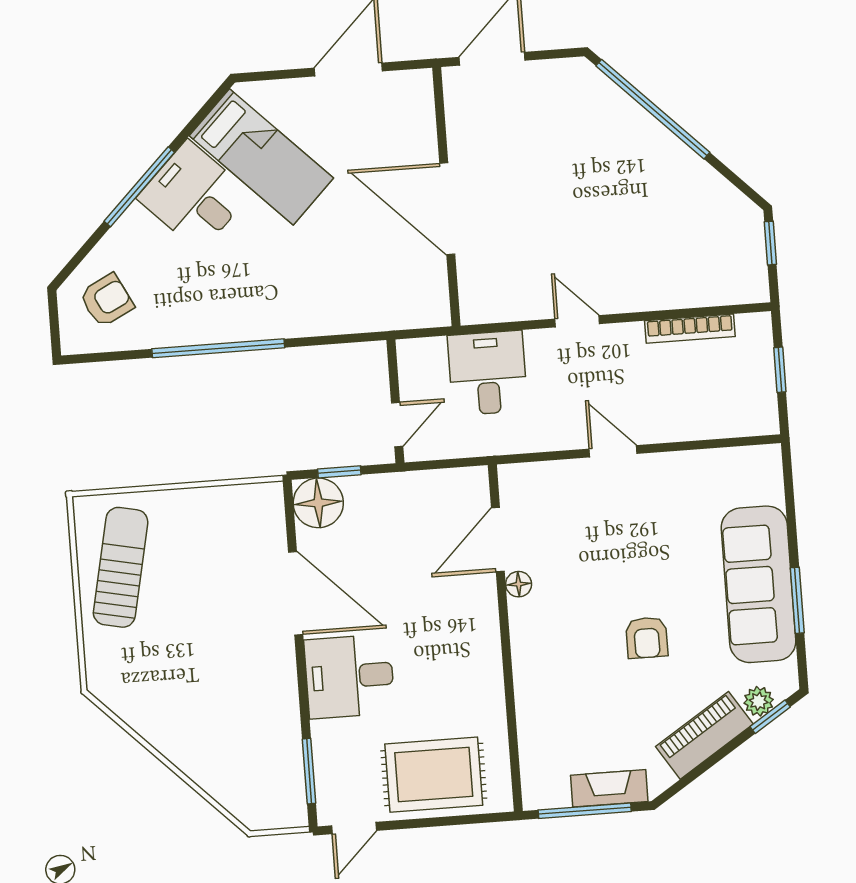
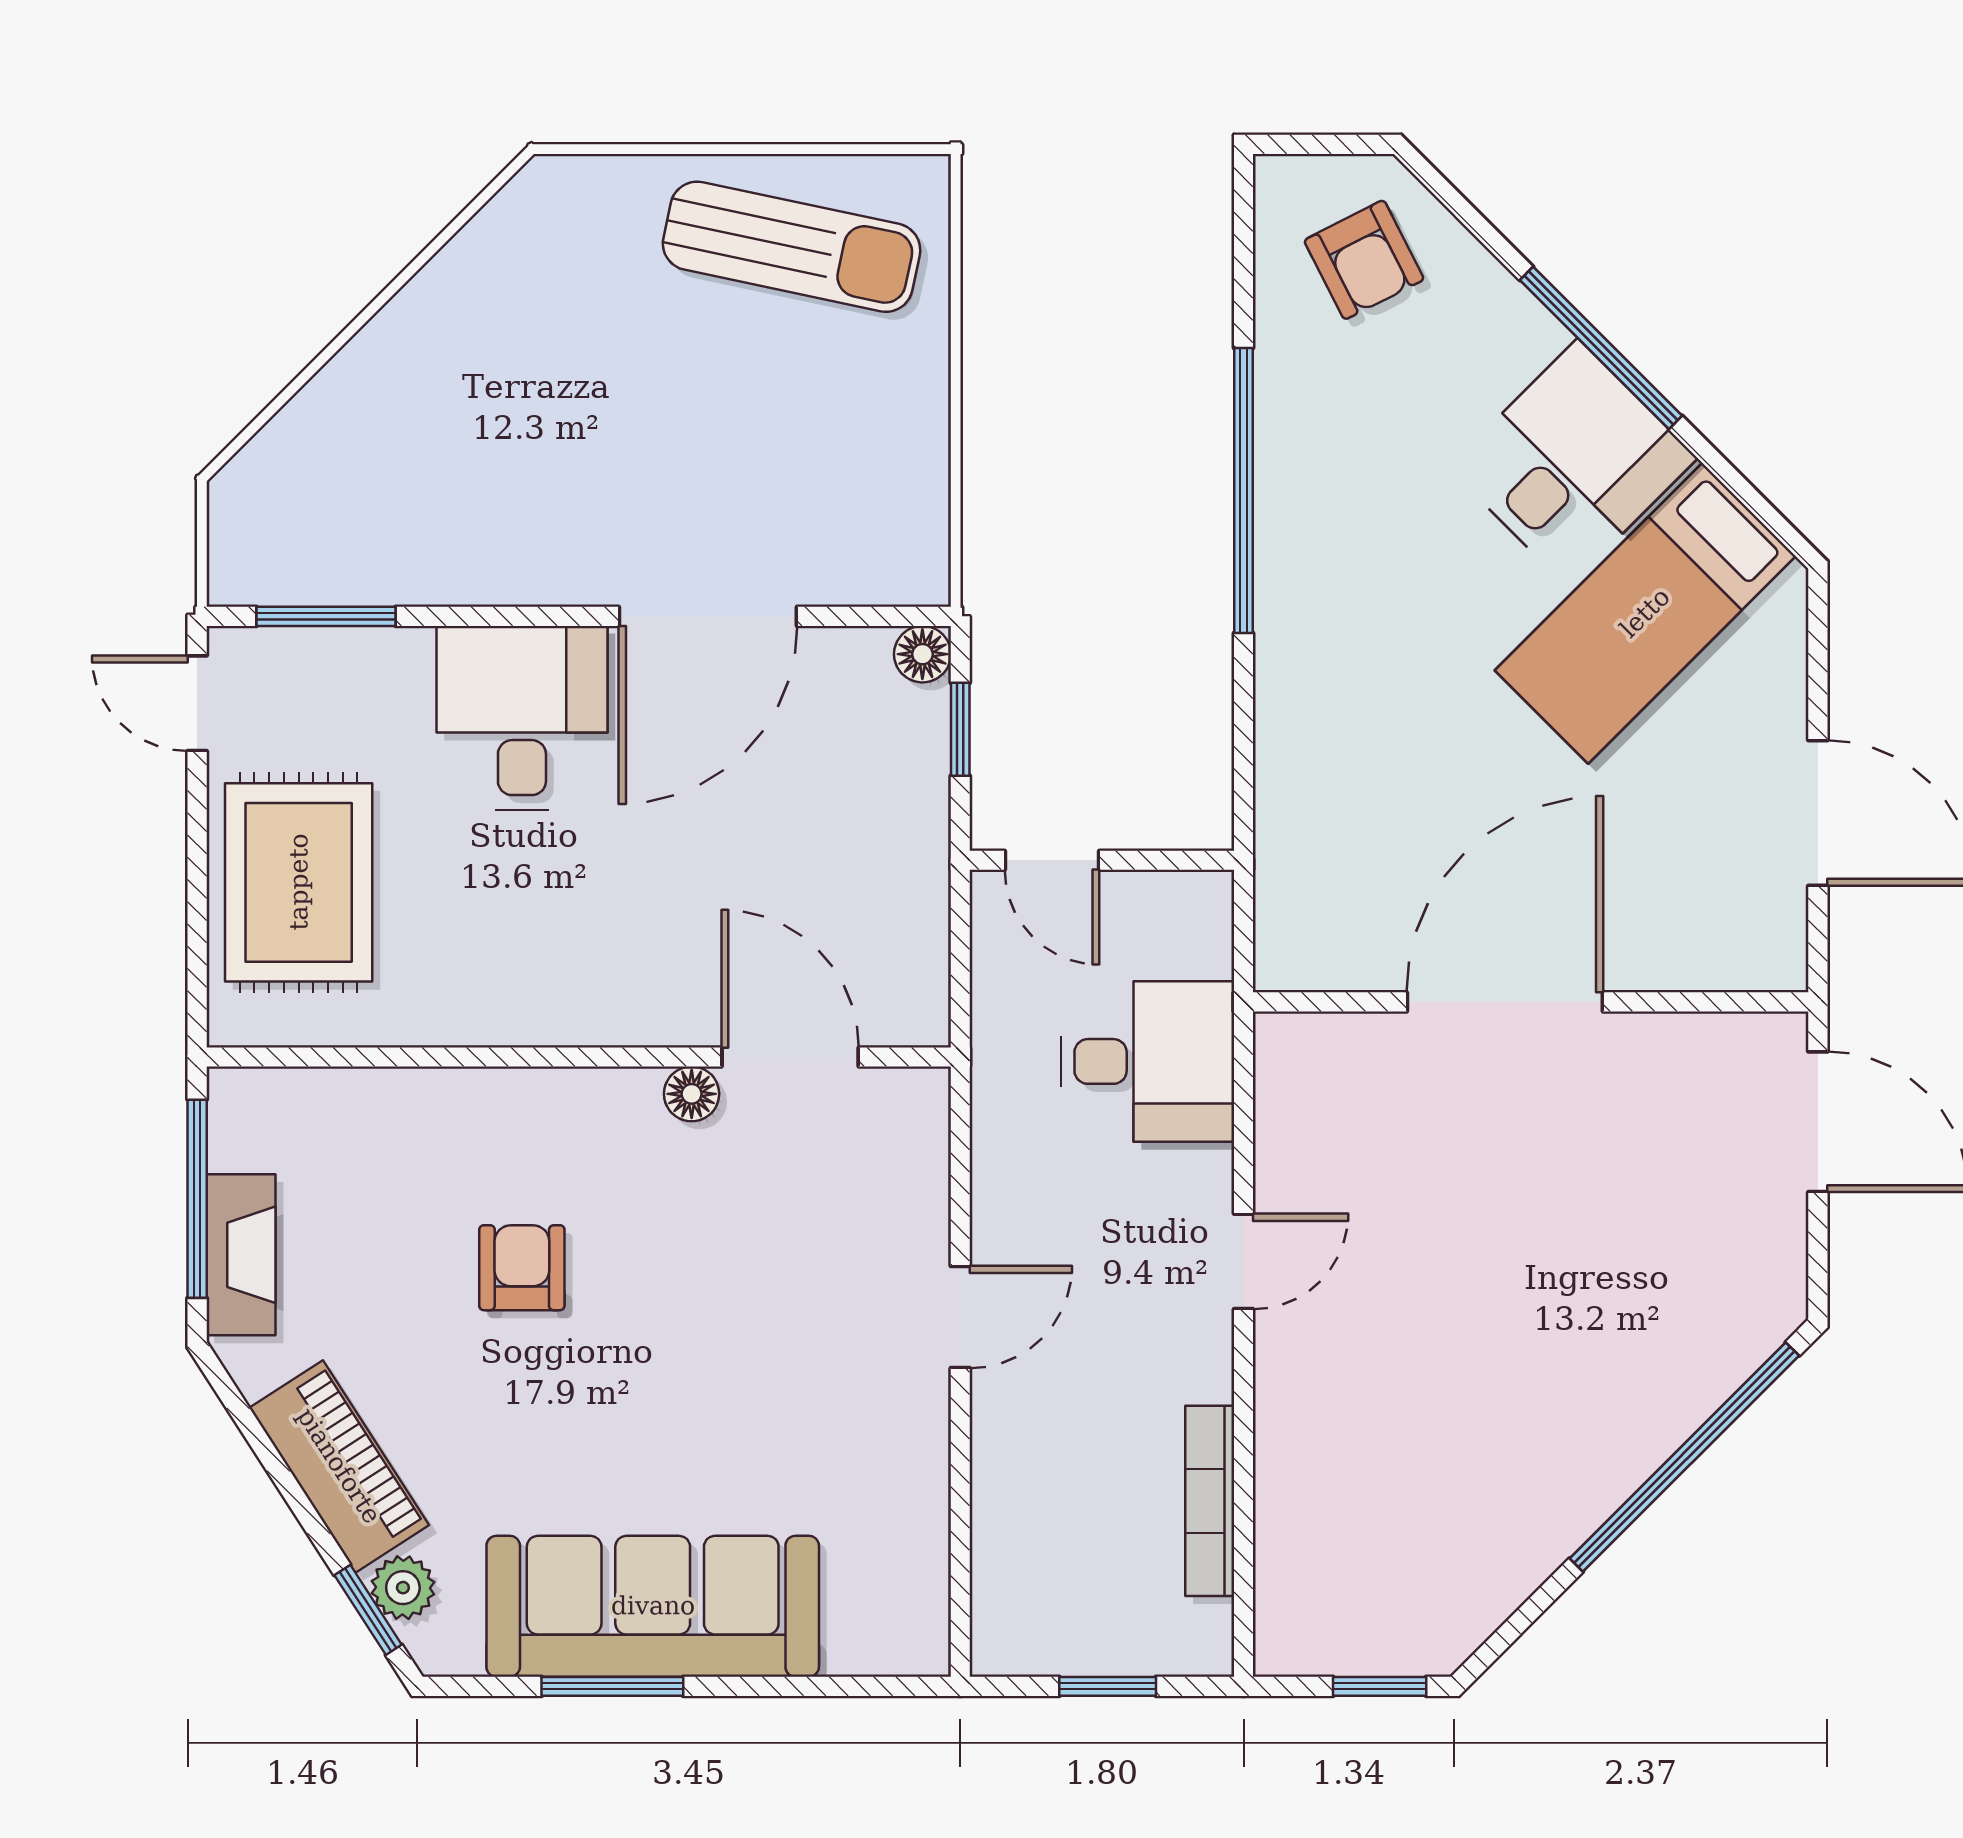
floor lamp: (318, 503) -> (922, 654), width x0.53, depth x0.53
armchair: (647, 638) -> (522, 1268), moved, turned 90

